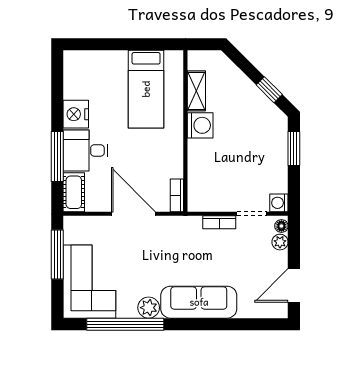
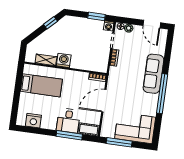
nightstand: (76, 114) -> (33, 121), moved
window: (294, 149) -> (97, 16), moved
plant: (149, 308) -> (153, 100), removed
window: (125, 324) -> (162, 94), moved

